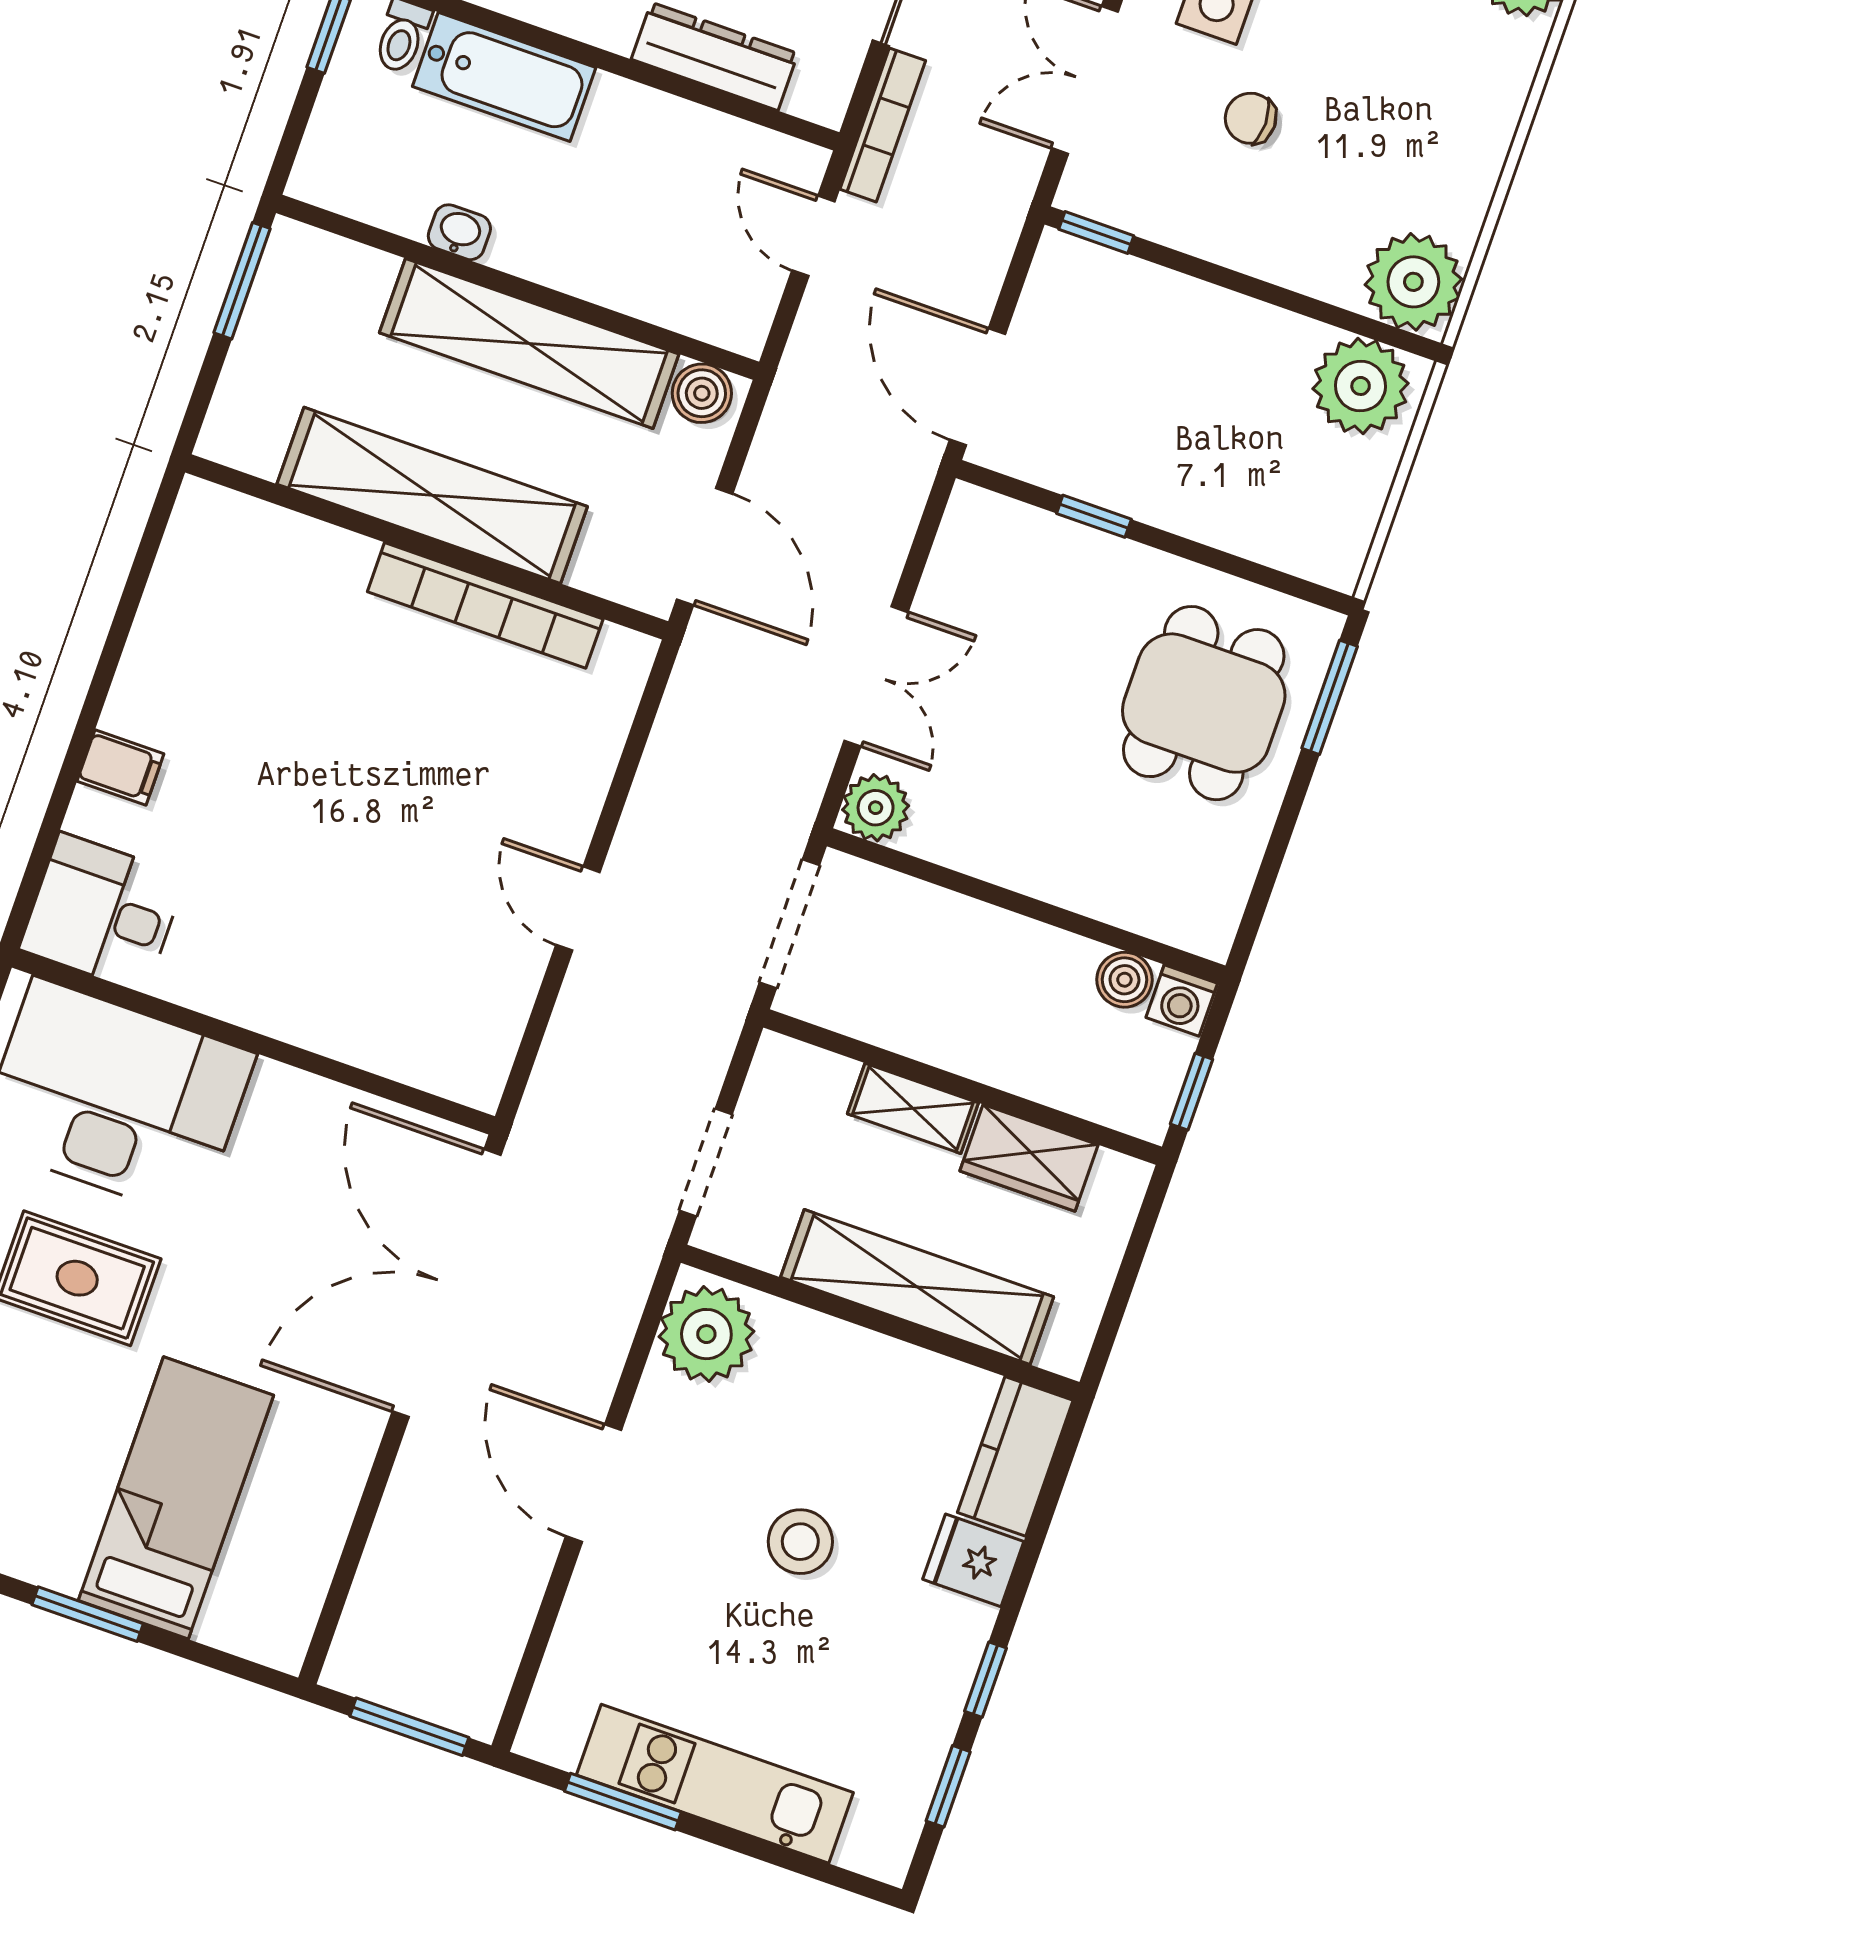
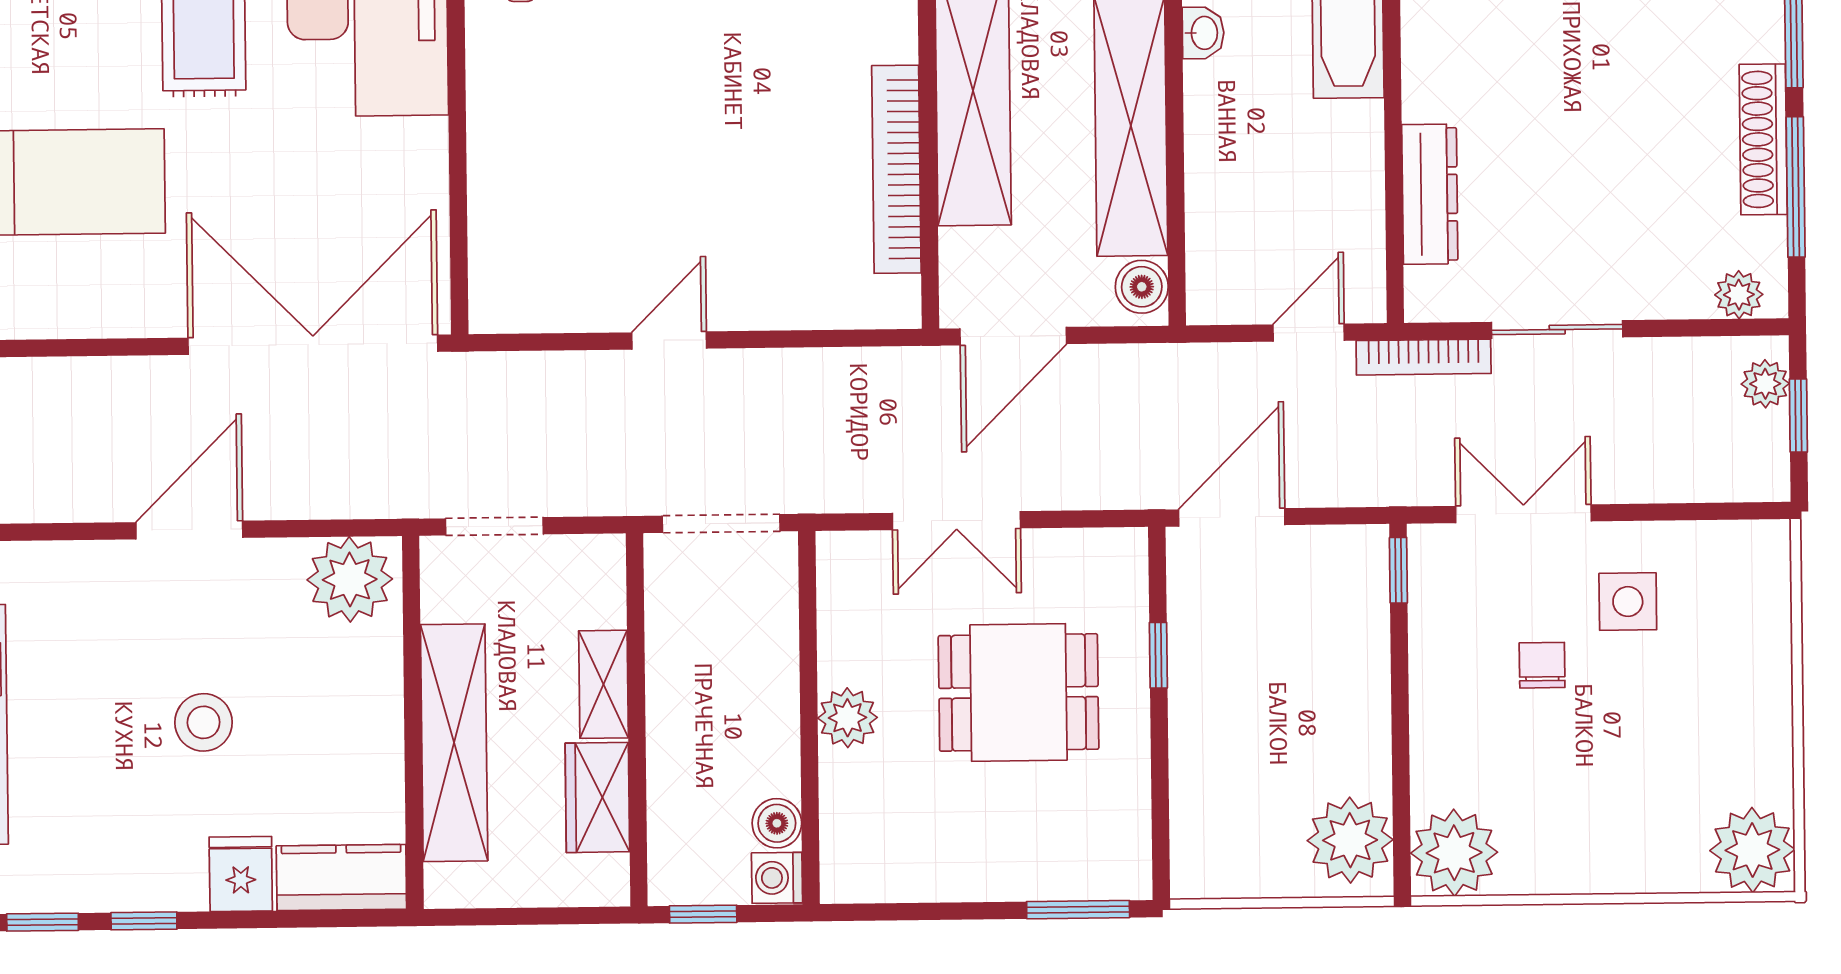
dining table: (1204, 703) -> (1019, 692), moved
plant: (876, 808) -> (848, 718), moved

